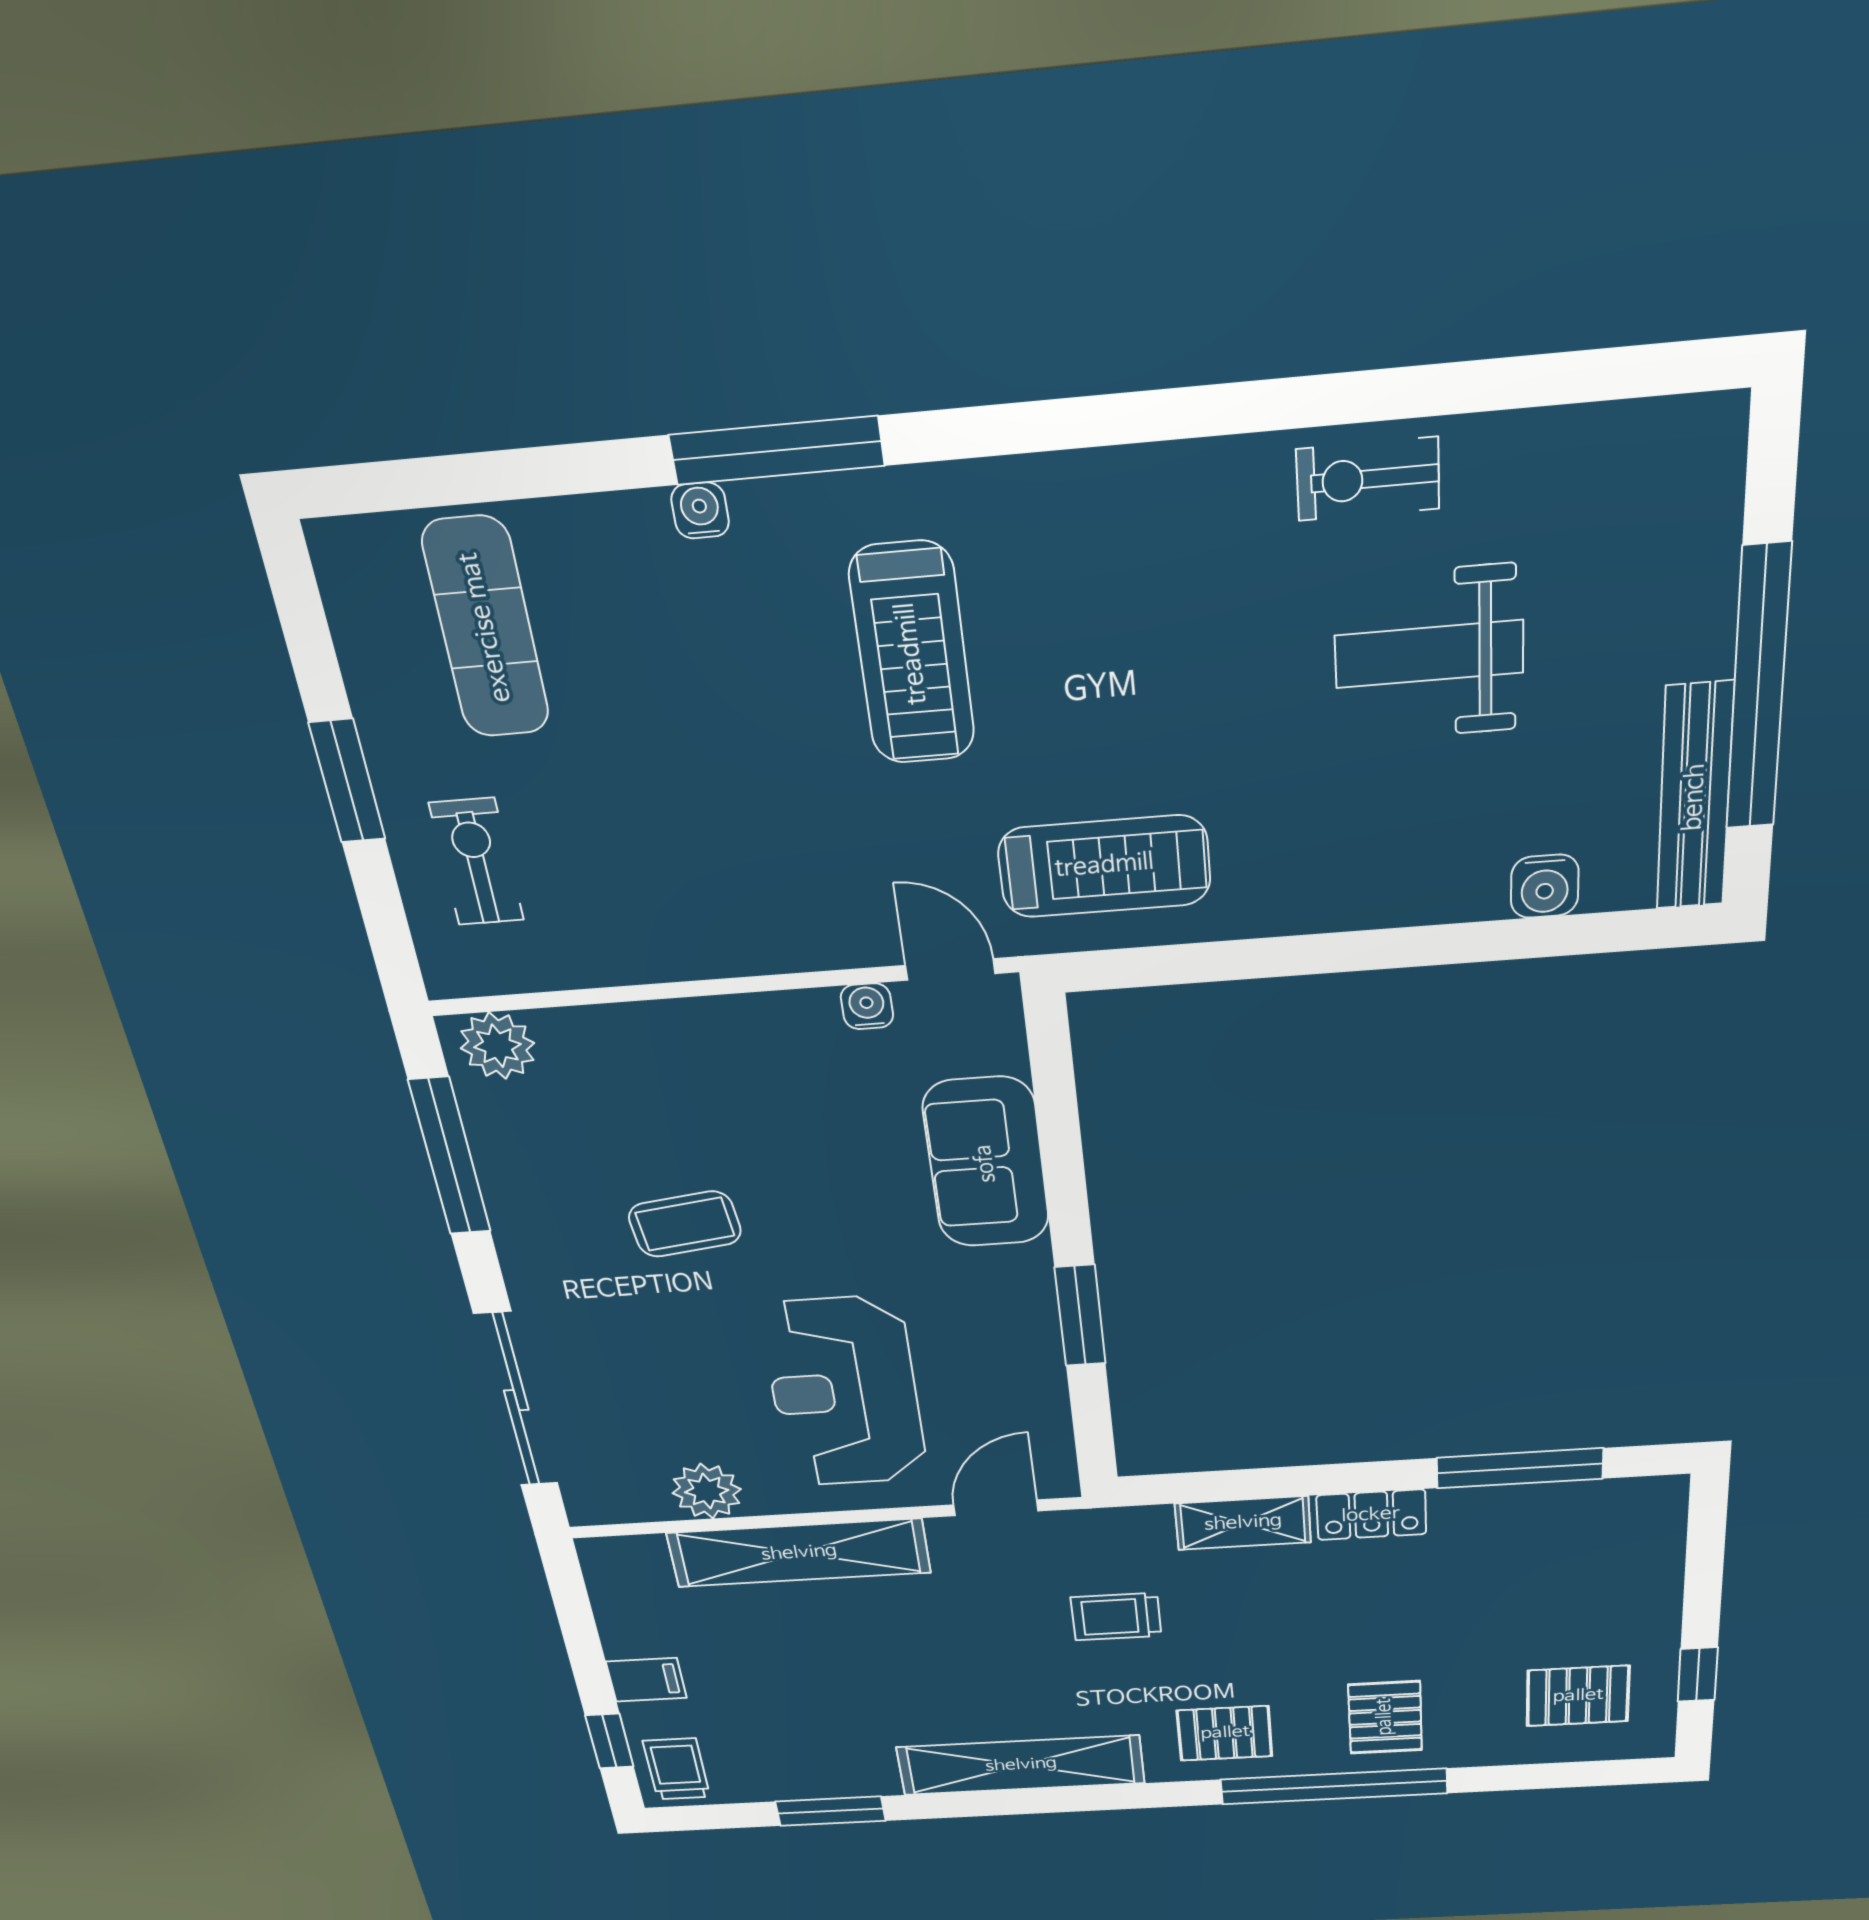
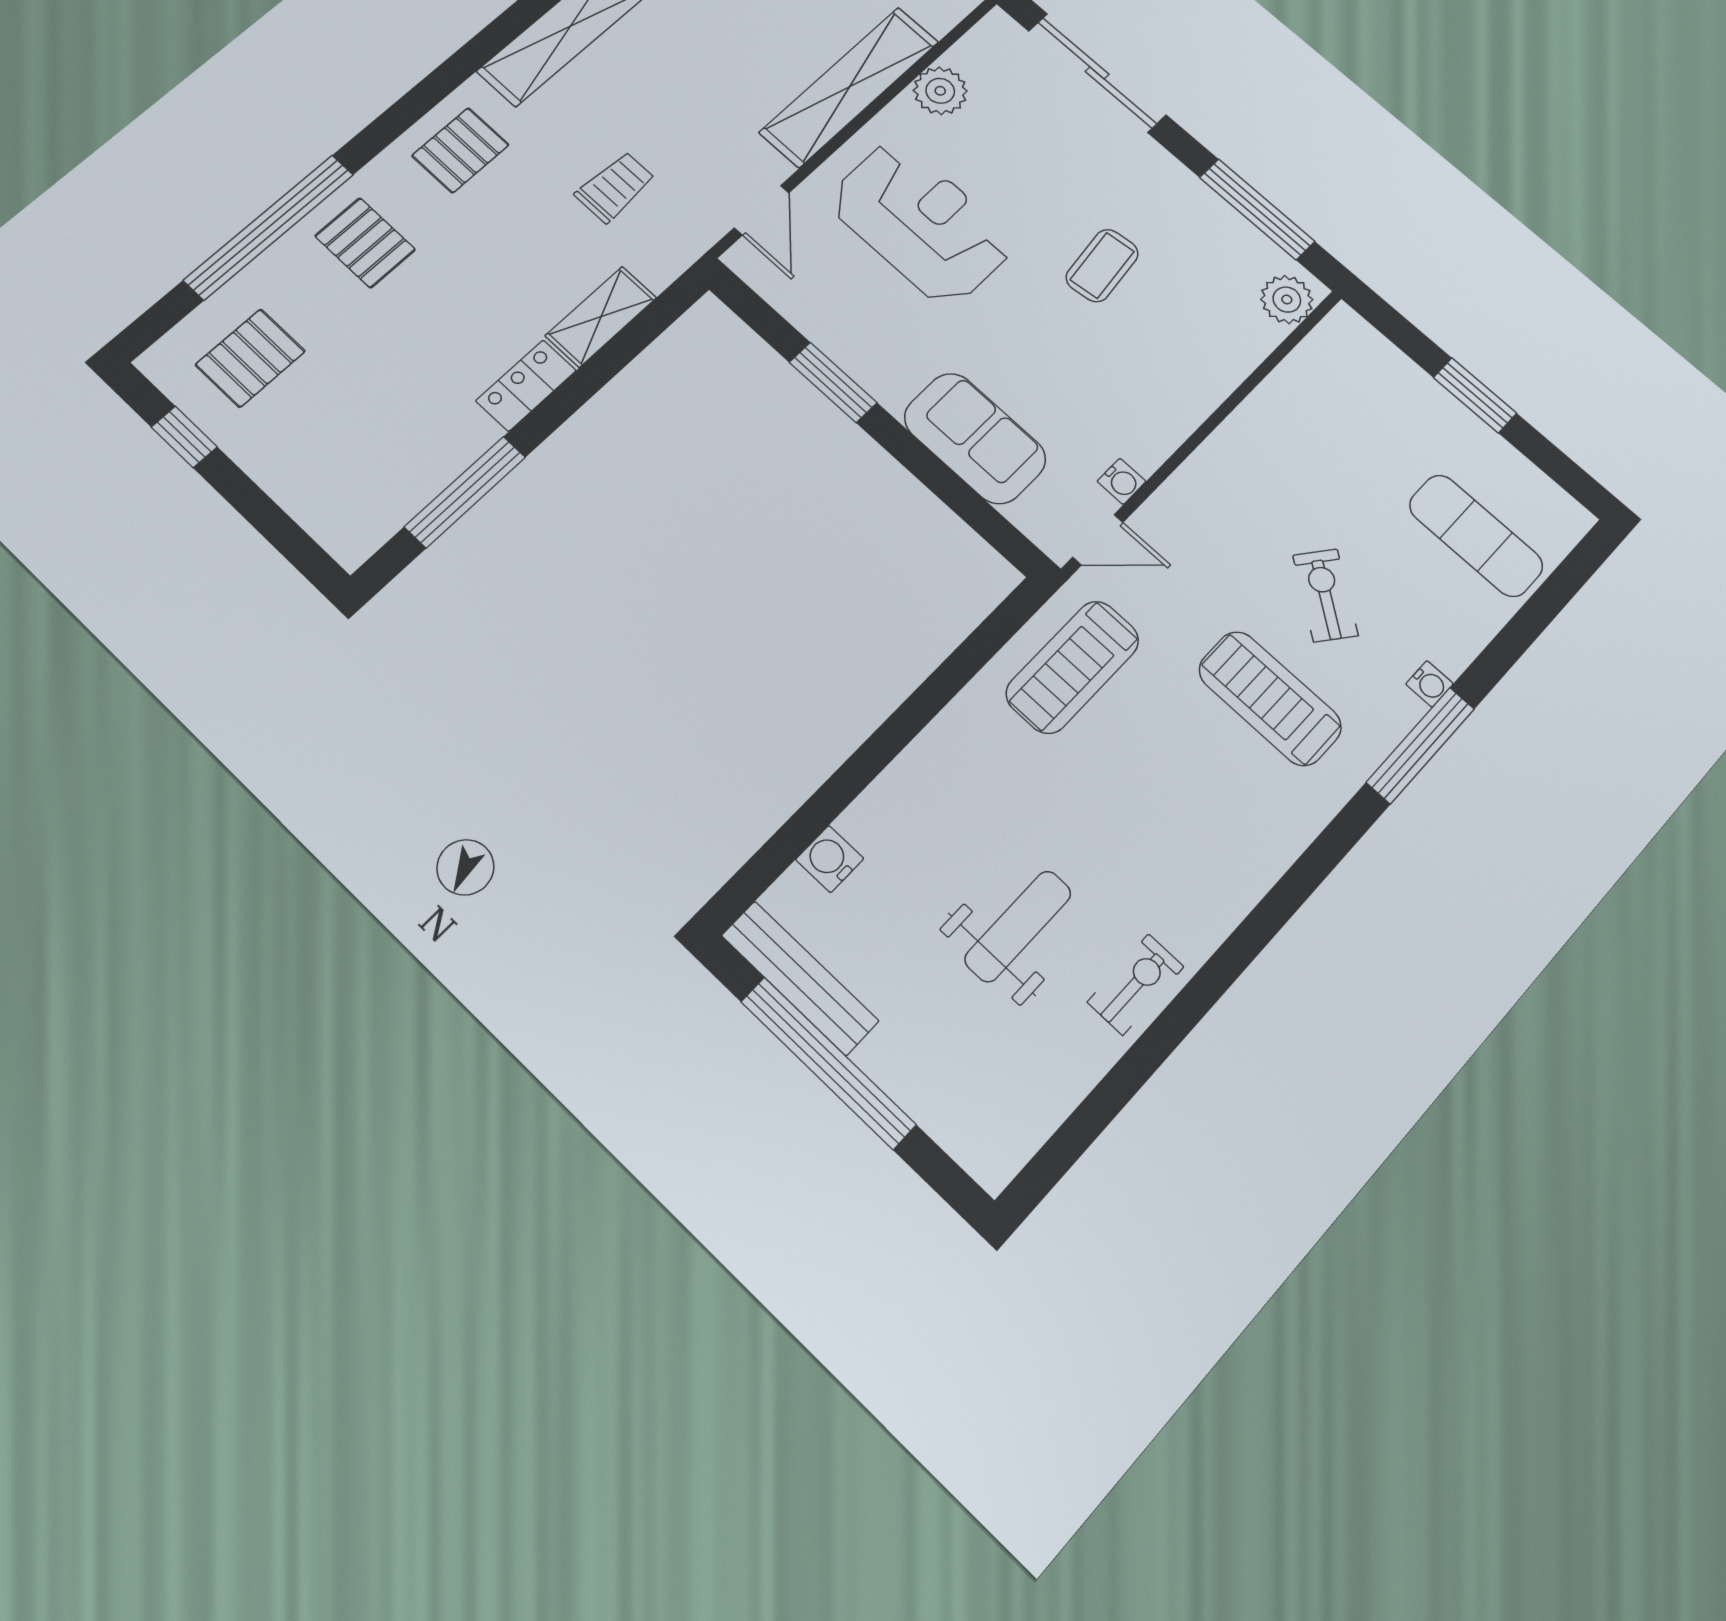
exercise bike: (477, 862) -> (1325, 595), moved, turned -143
window: (1334, 1786) -> (269, 227), moved

